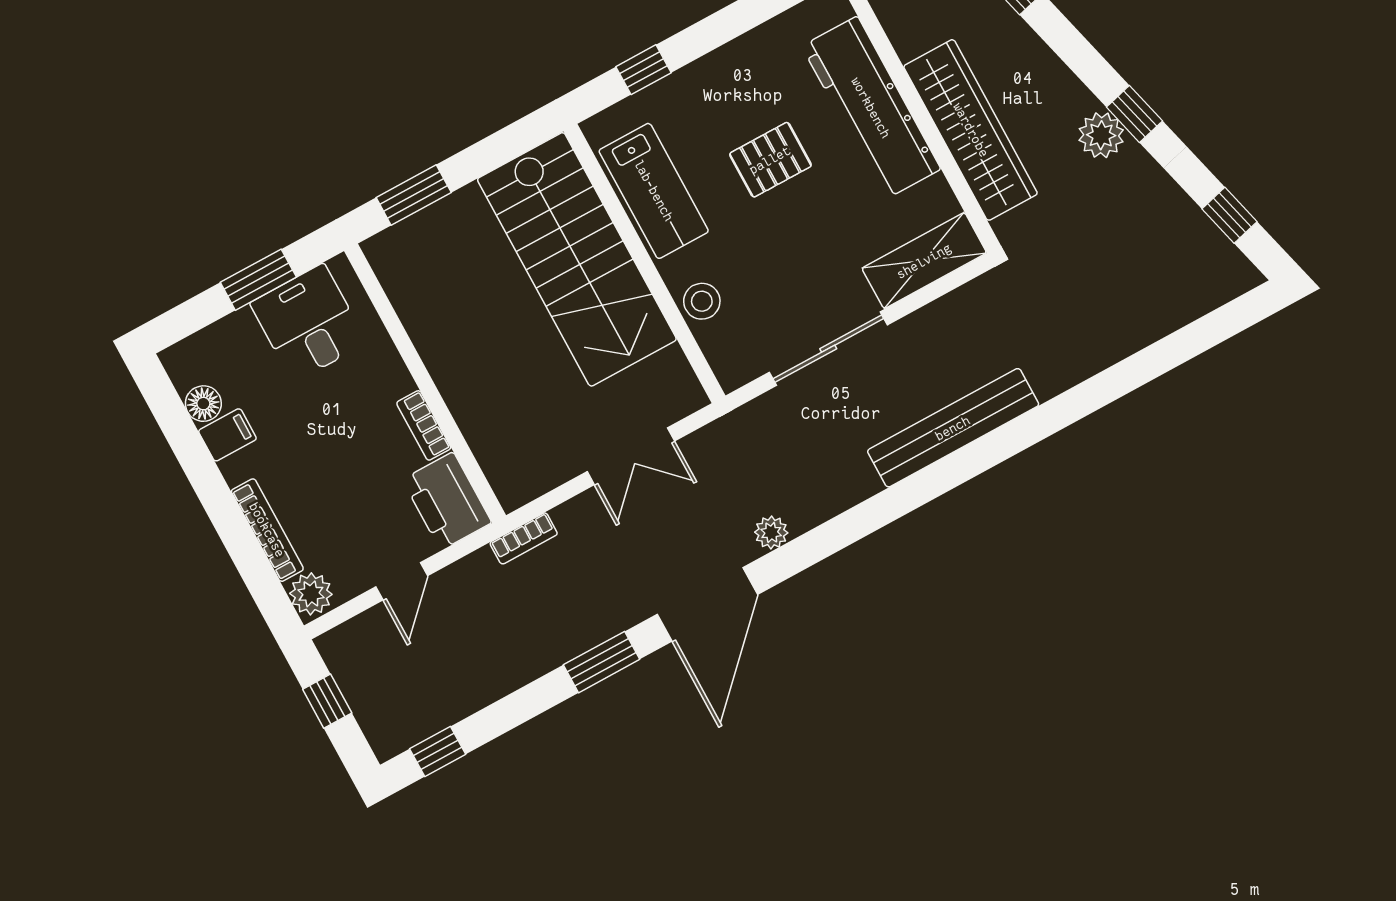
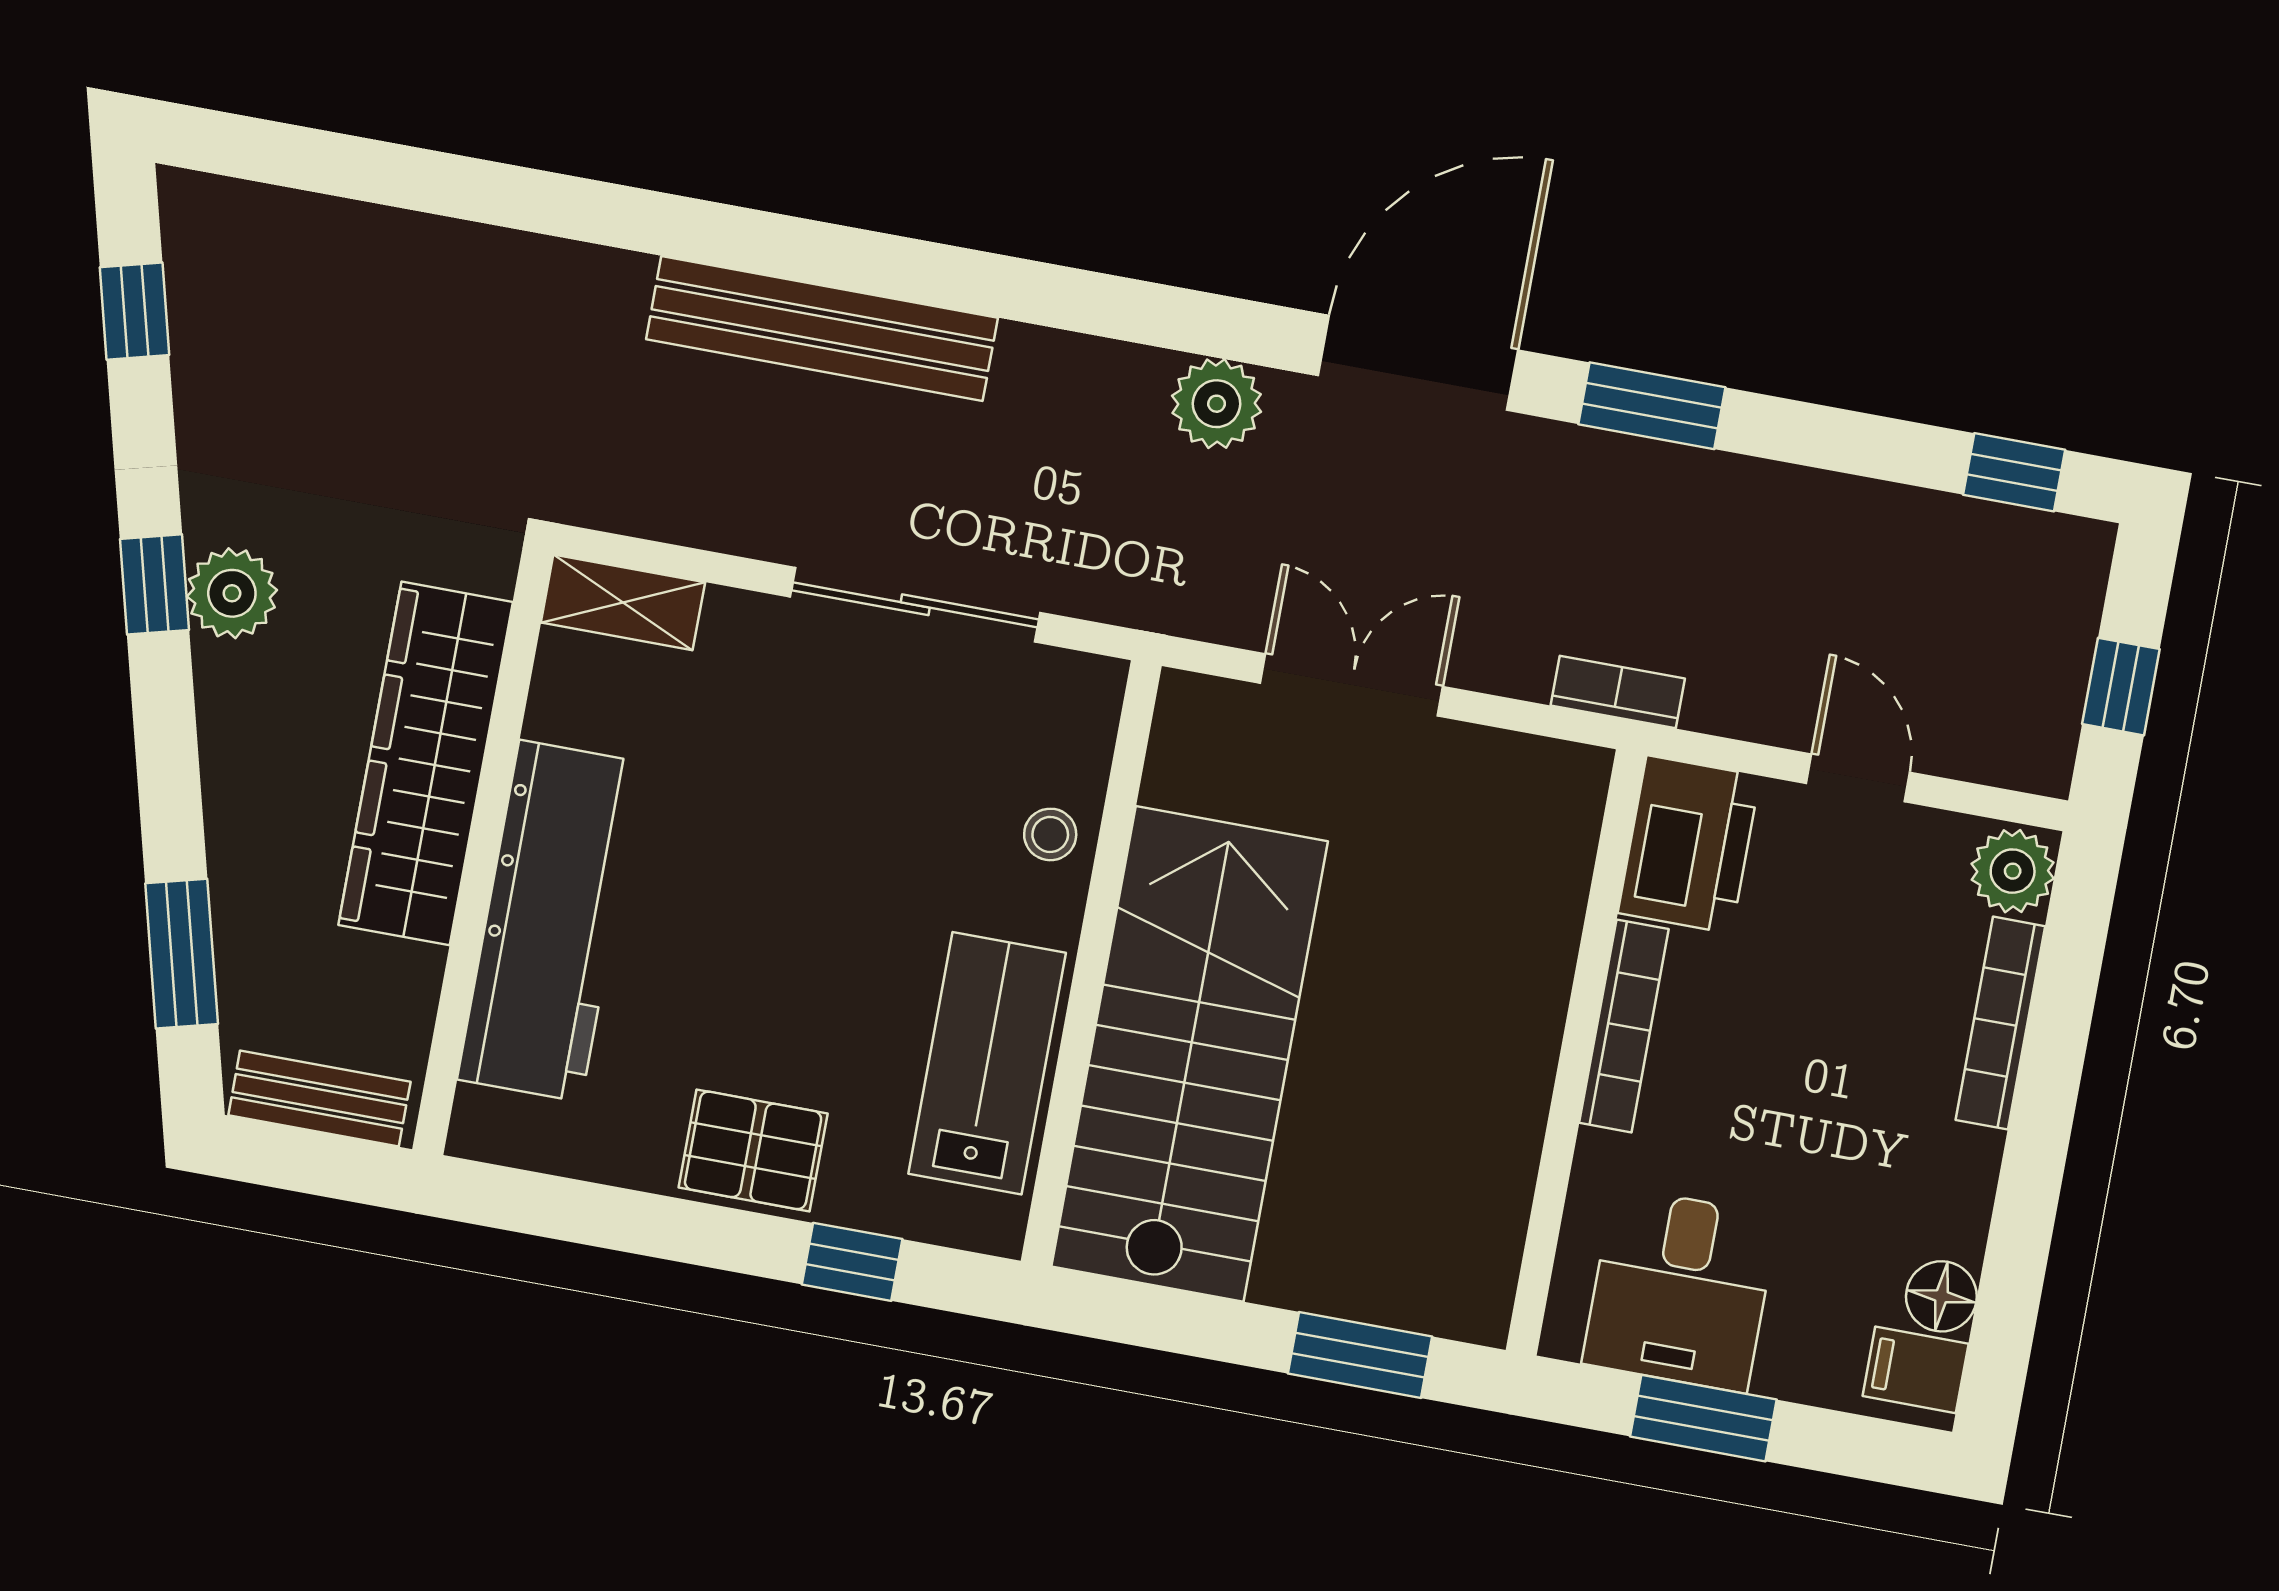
pallet: (770, 160) -> (753, 1150), moved
shelving: (924, 261) -> (623, 602), width x0.67, depth x0.75
stool: (702, 301) -> (1050, 834), width x0.73, depth x0.73
bookcase: (424, 425) -> (1624, 1026), width x1.56
filing cabinet: (227, 435) -> (1916, 1370), moved
plant: (771, 532) -> (1217, 404), width x1.38, depth x1.38
door: (402, 581) -> (1858, 778), hinge flipped

